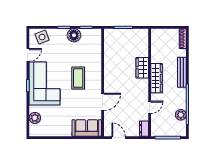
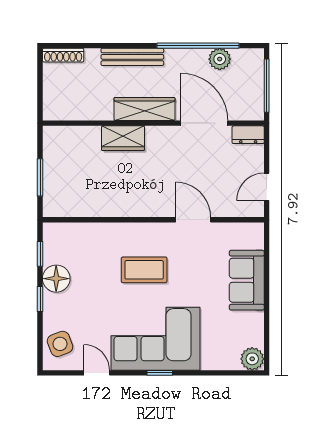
door: (150, 107) -> (204, 123), width x1.87
plant: (35, 118) -> (252, 359), moved
sofa: (87, 128) -> (247, 280), moved

